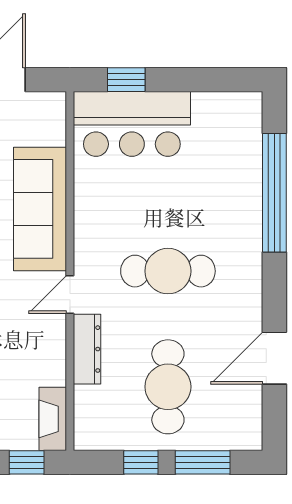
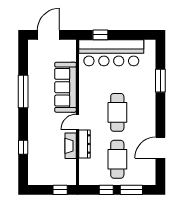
bar counter: (132, 124) -> (111, 53), width x1.36
window: (274, 193) -> (160, 81), width x0.47
cafe table: (168, 271) -> (117, 112), turned 90
fireplace: (53, 419) -> (71, 146), moved

